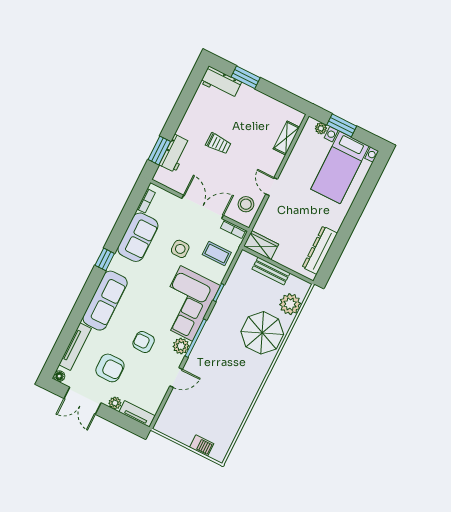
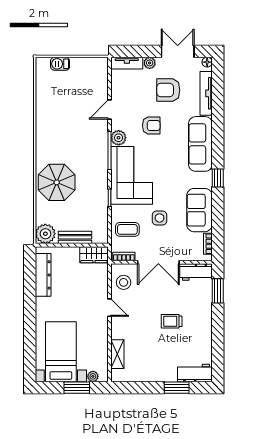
workbench: (175, 153) -> (196, 272), moved, turned -90
plant: (290, 304) -> (45, 234), moved

